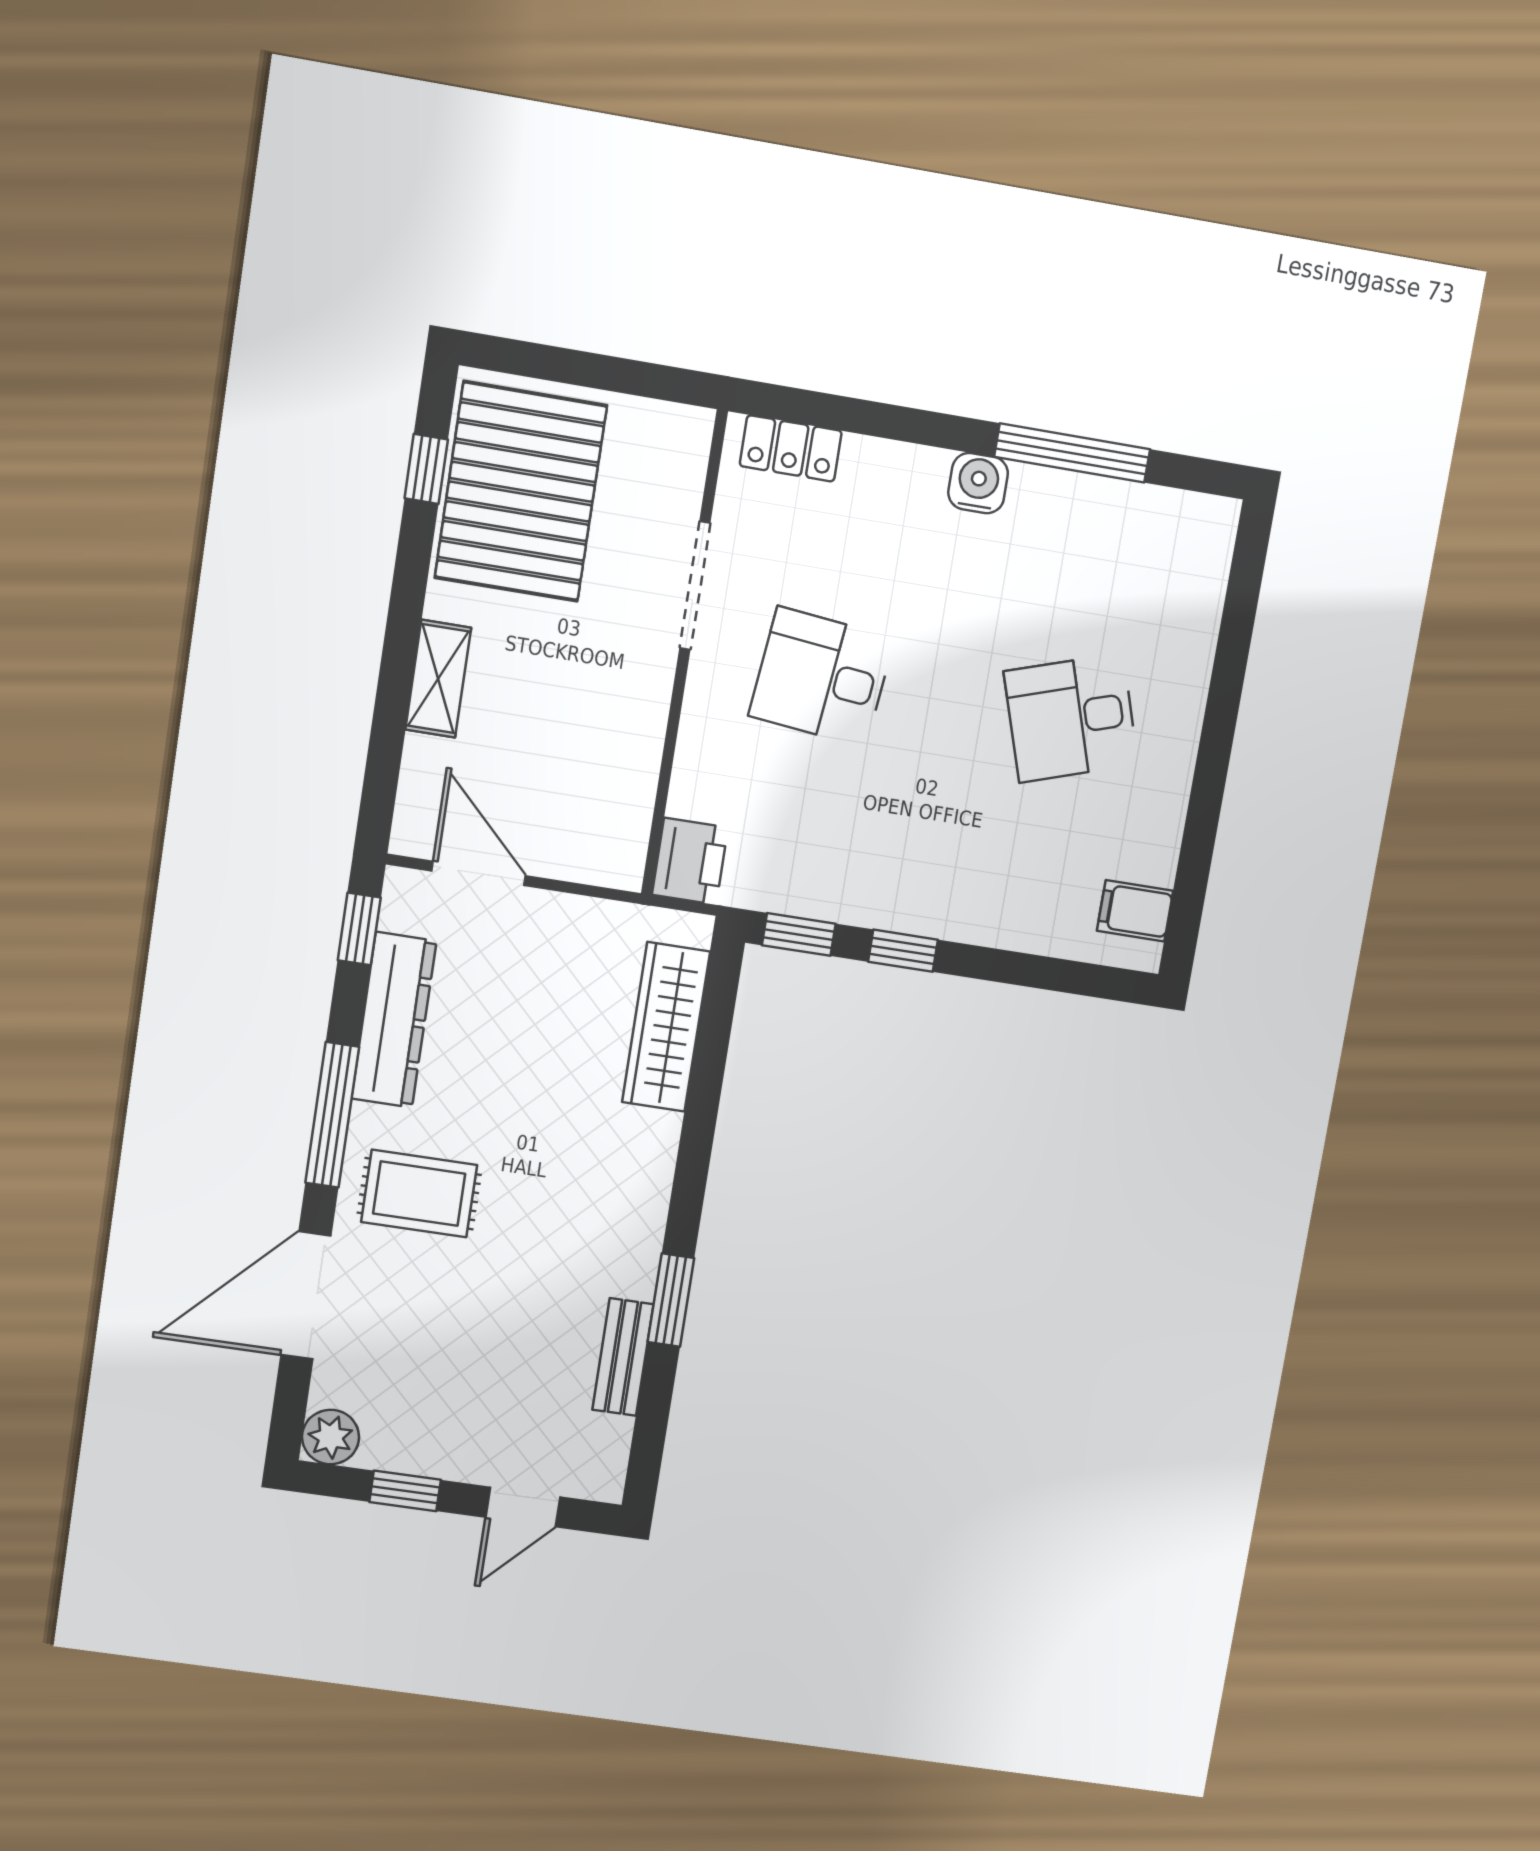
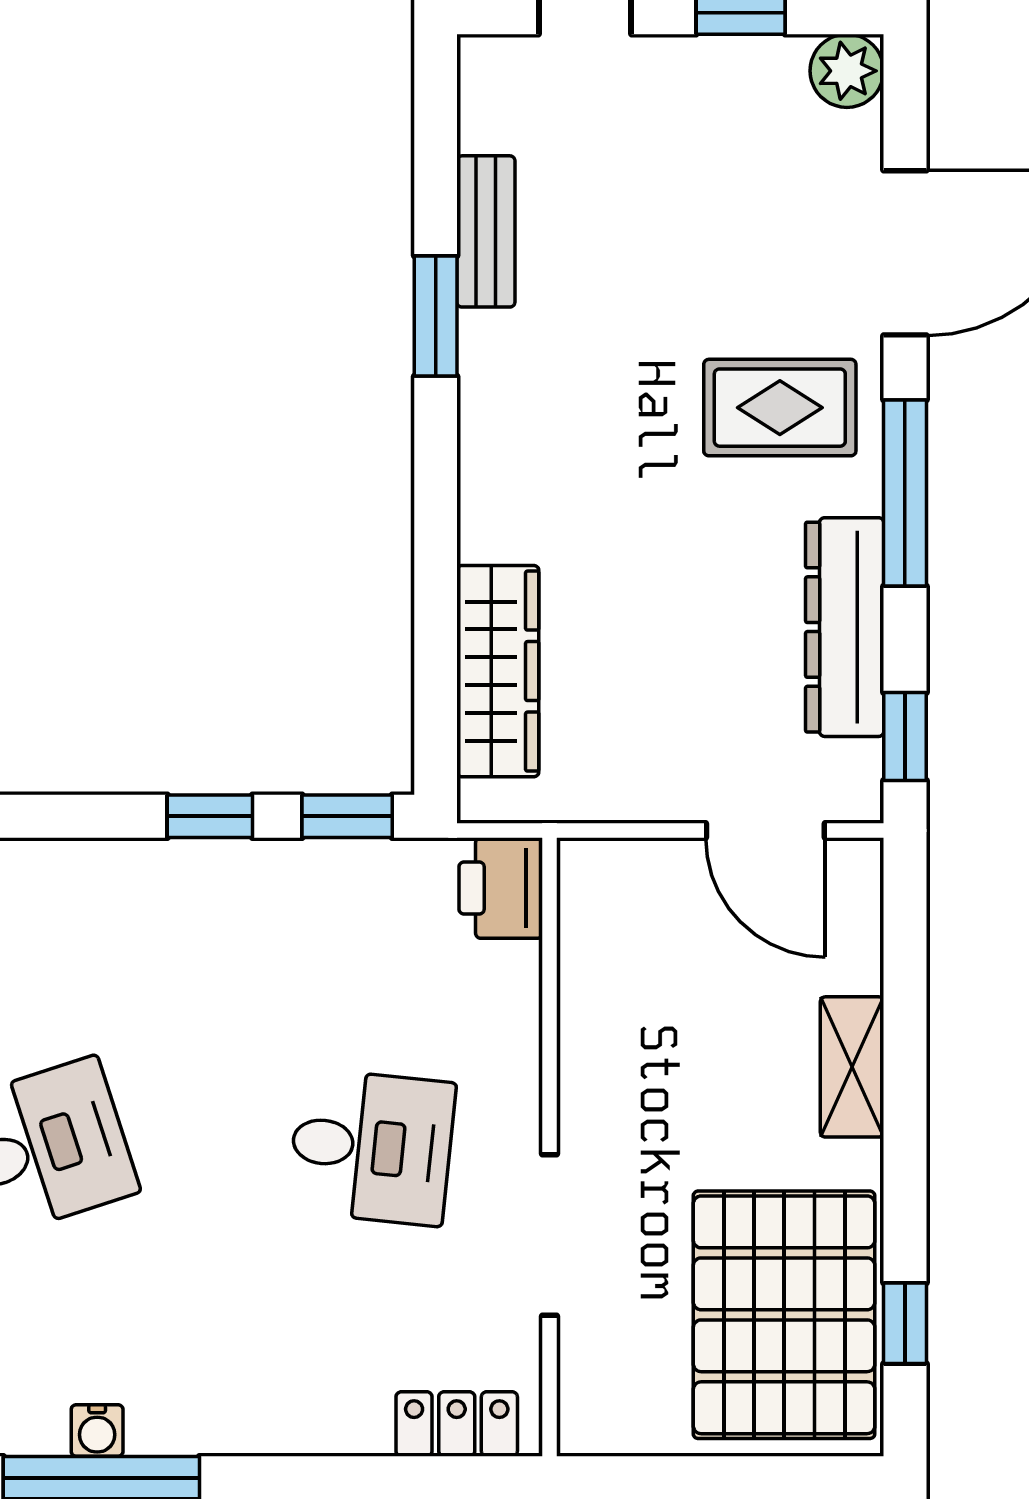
water cooler: (978, 483) -> (97, 1430), moved, width x0.72, depth x0.72

